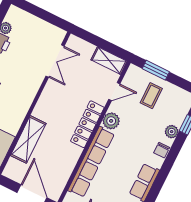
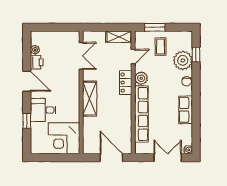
locker: (87, 124) -> (126, 83), width x0.66
plant: (172, 132) -> (183, 60), width x1.87, depth x1.87
shelving: (28, 139) -> (90, 99), moved

